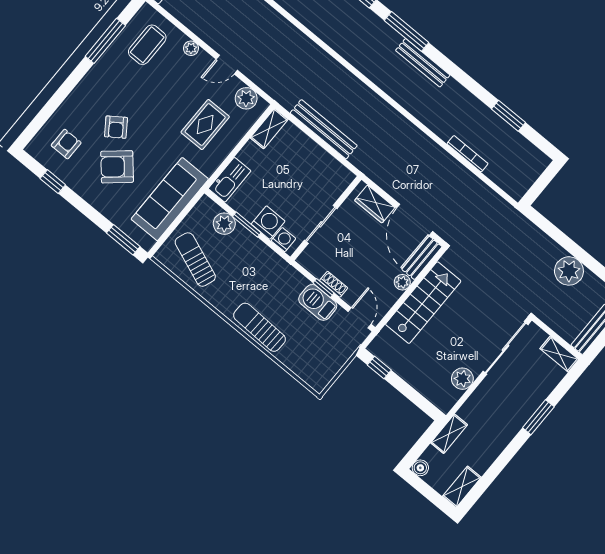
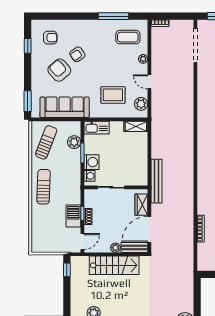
bench: (324, 129) -> (157, 181), moved
sun lounger: (260, 327) -> (44, 187), moved

